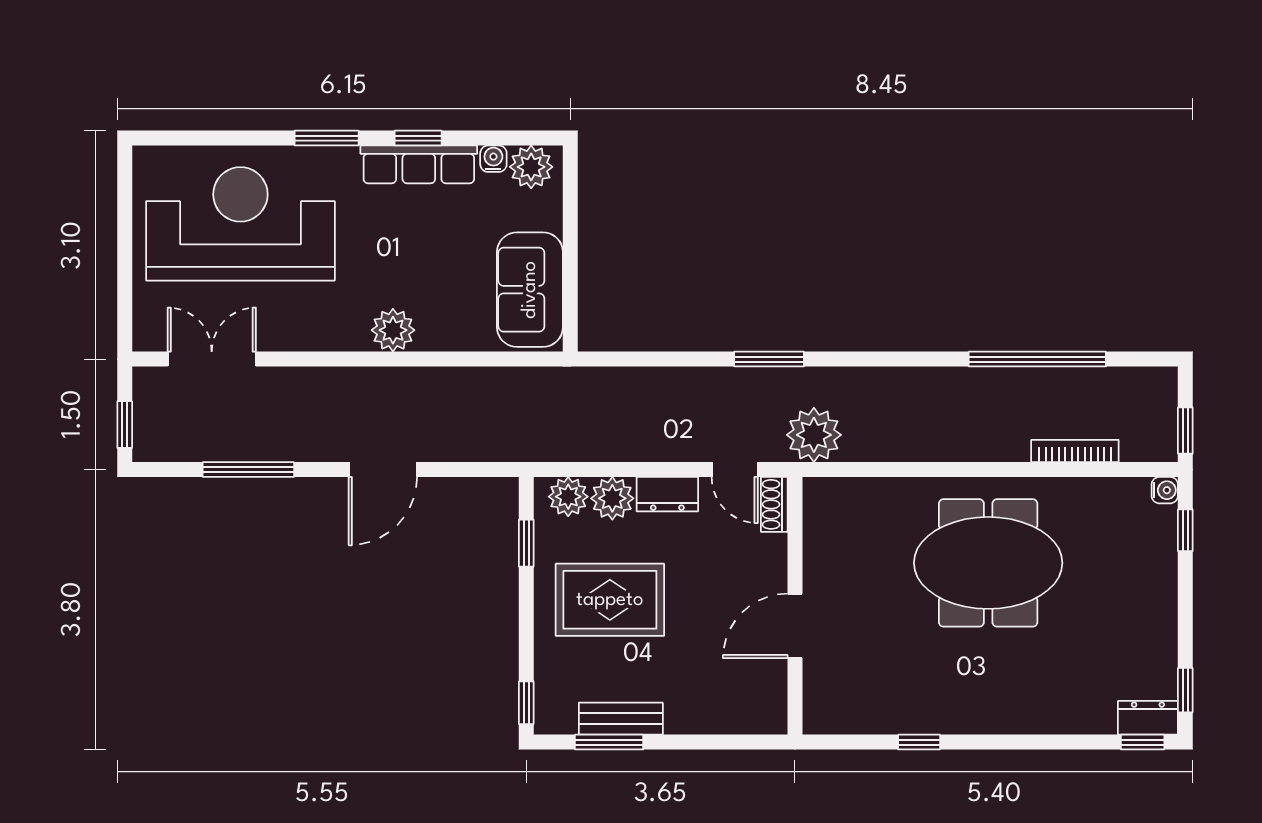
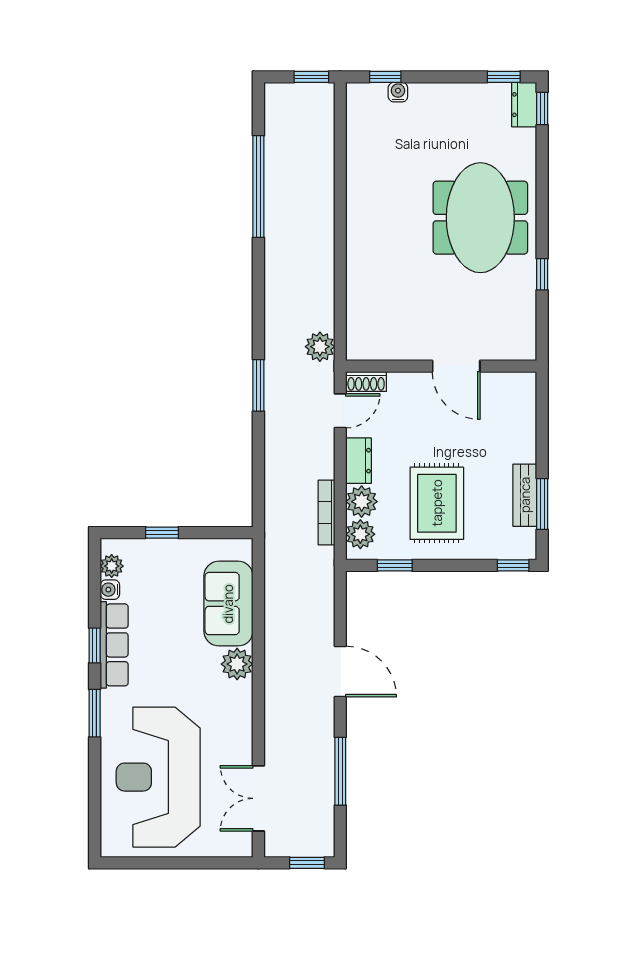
plant: (531, 167) -> (112, 566), width x0.73, depth x0.73
window: (570, 229) -> (162, 533), added
sofa: (530, 290) -> (228, 604), moved, turned 90
plant: (814, 435) -> (320, 347), width x0.73, depth x0.73
bookcase: (1075, 451) -> (327, 512), moved
water cooler: (1165, 490) -> (398, 92), moved
meeting table: (988, 563) -> (480, 218), moved

